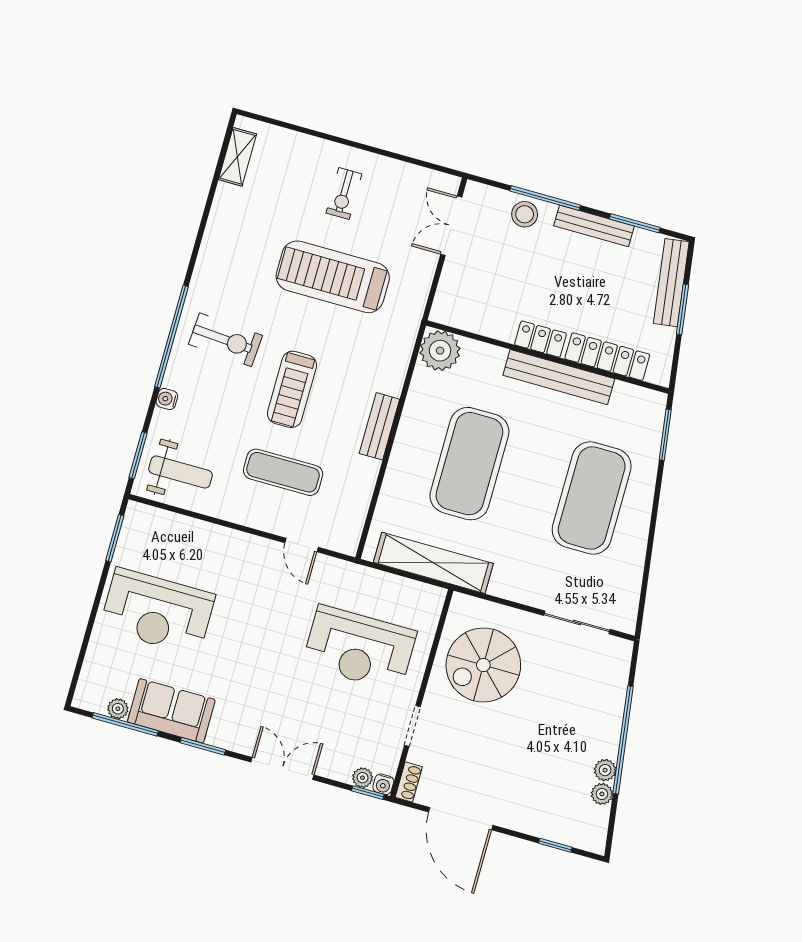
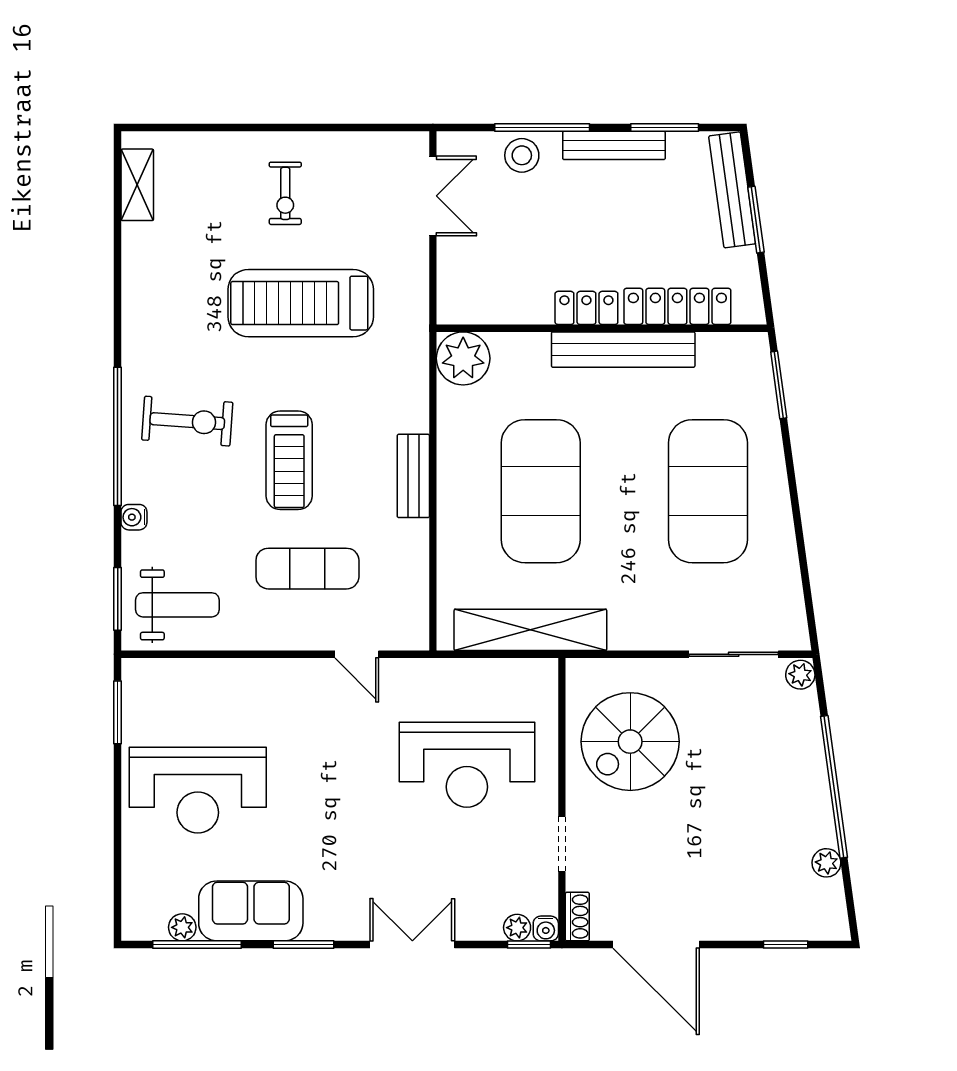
double door: (451, 226) -> (433, 196), swing flipped
plant: (605, 770) -> (800, 675), moved

